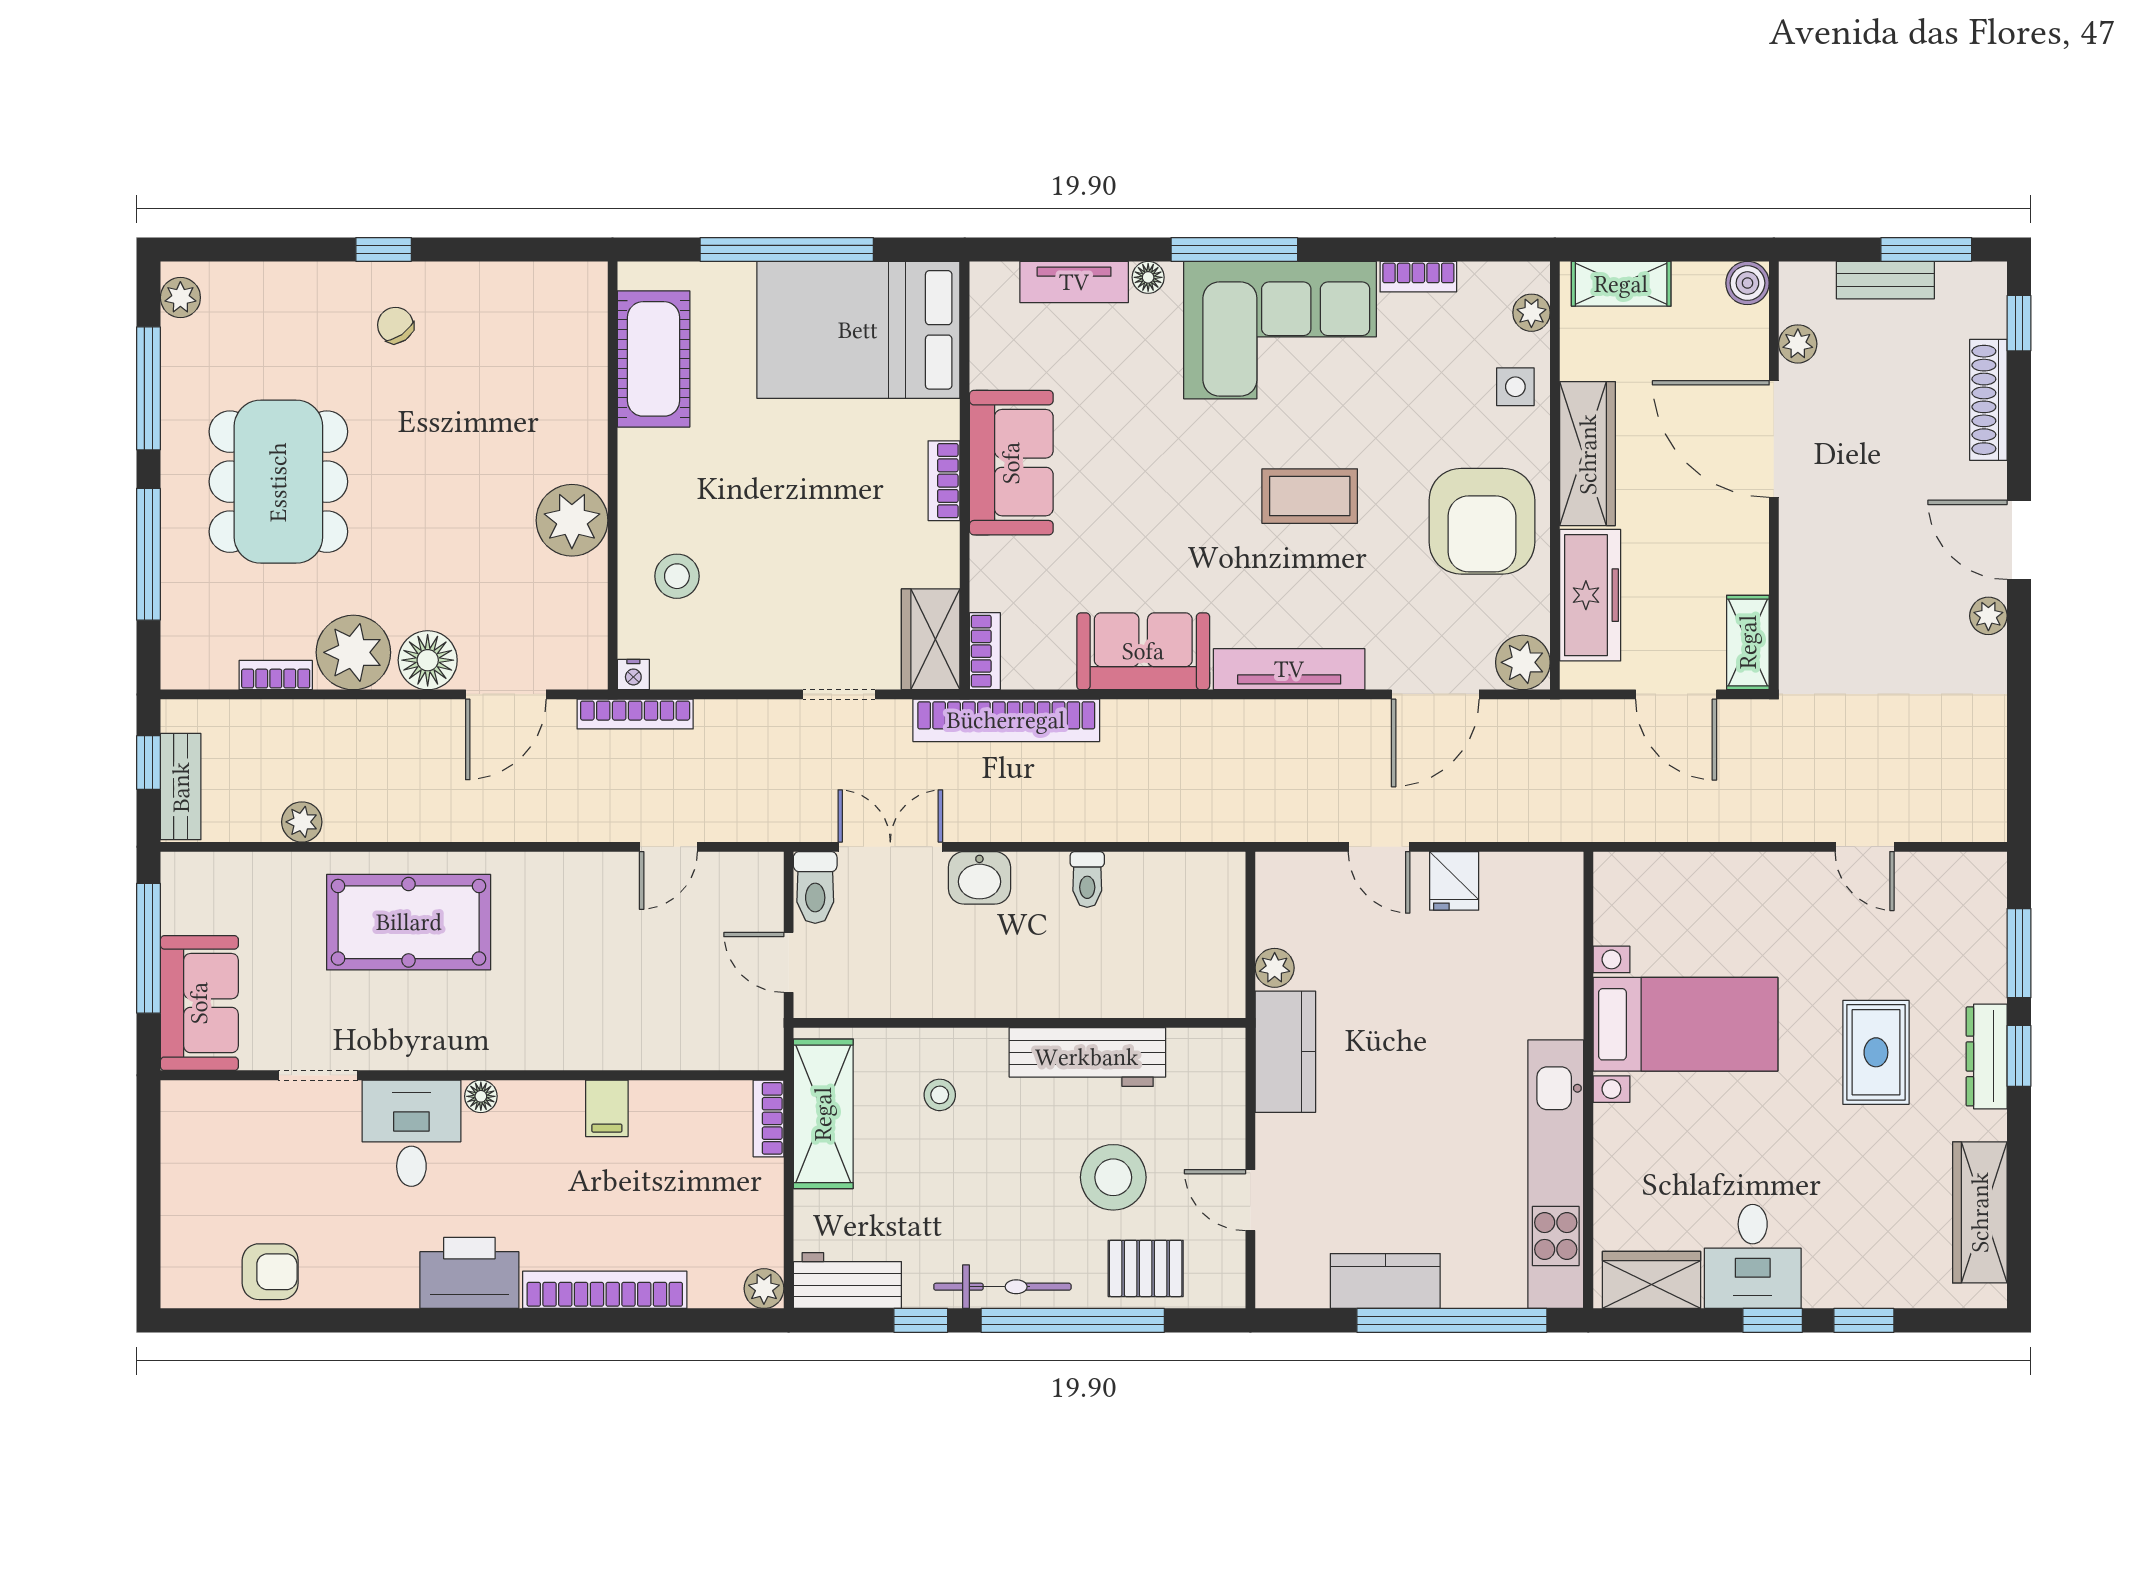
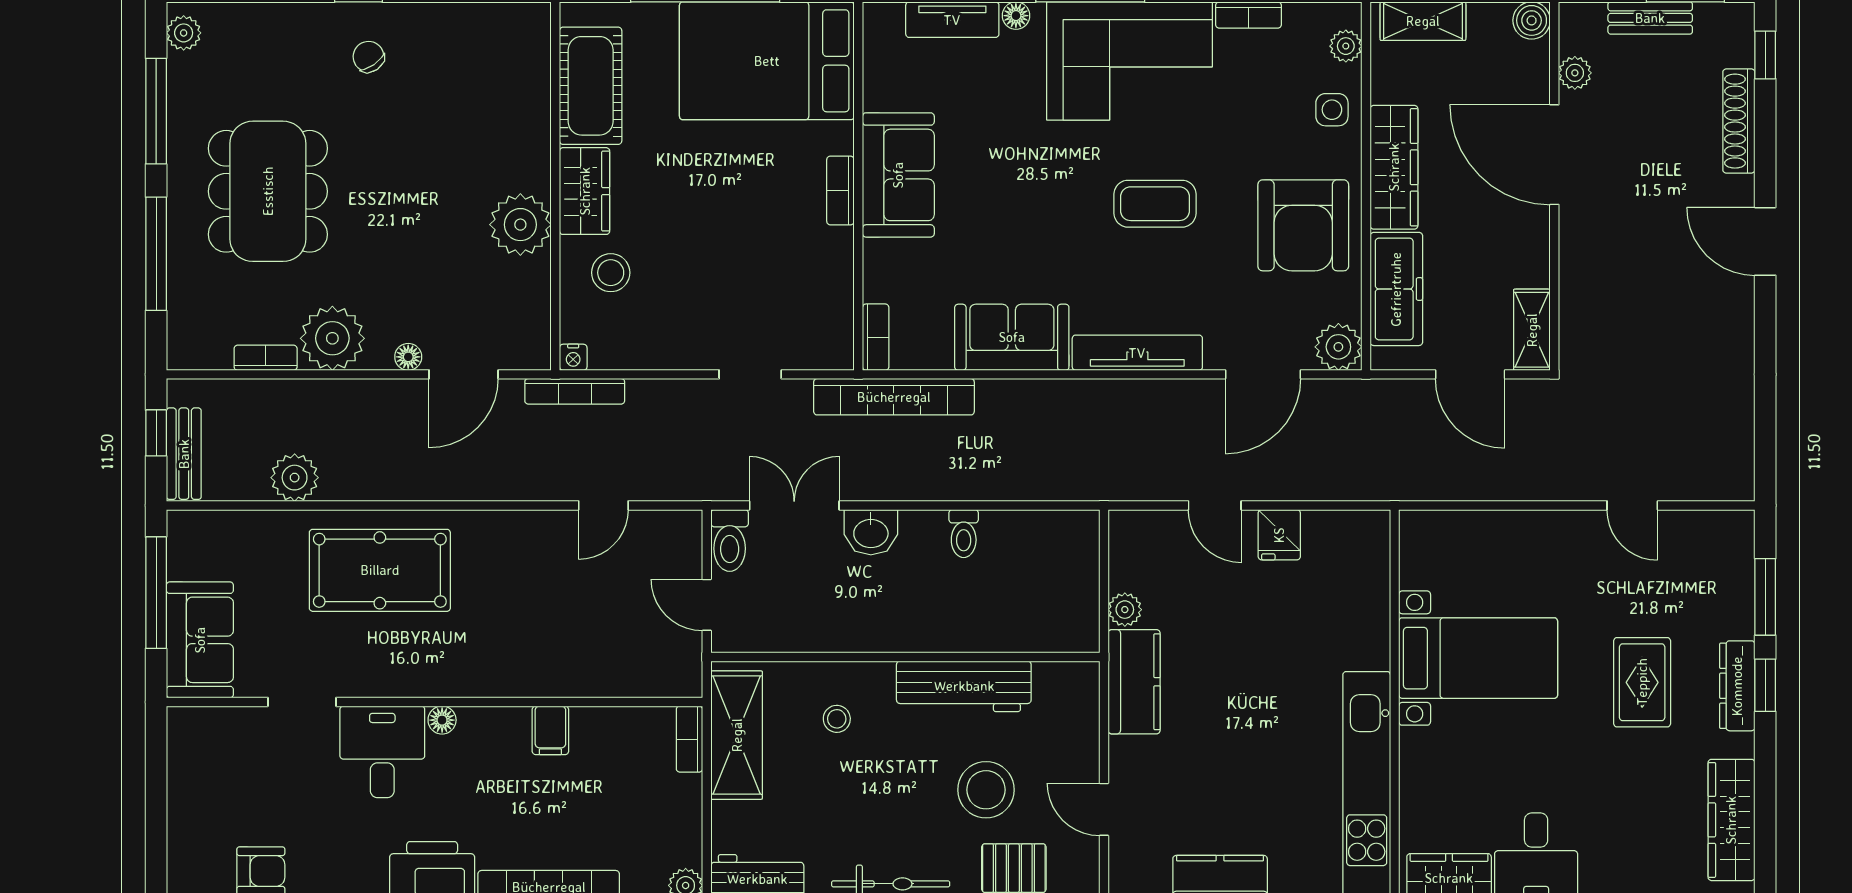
plant: (1988, 616) -> (1739, 307), removed
wardrobe: (931, 639) -> (585, 191), moved, turned 180
floor lamp: (428, 660) -> (408, 357), width x0.53, depth x0.53
plant: (302, 822) -> (295, 478), width x1.38, depth x1.38

